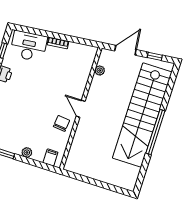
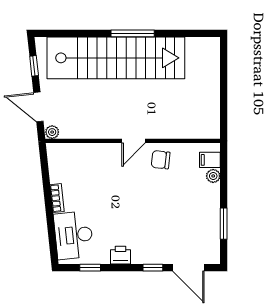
plant: (100, 70) -> (52, 132), moved
window: (155, 132) -> (133, 33), width x0.68
plant: (27, 152) -> (213, 176), moved

